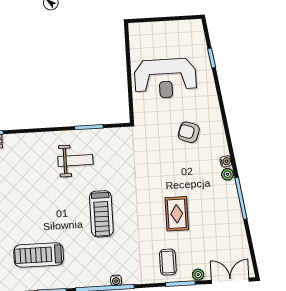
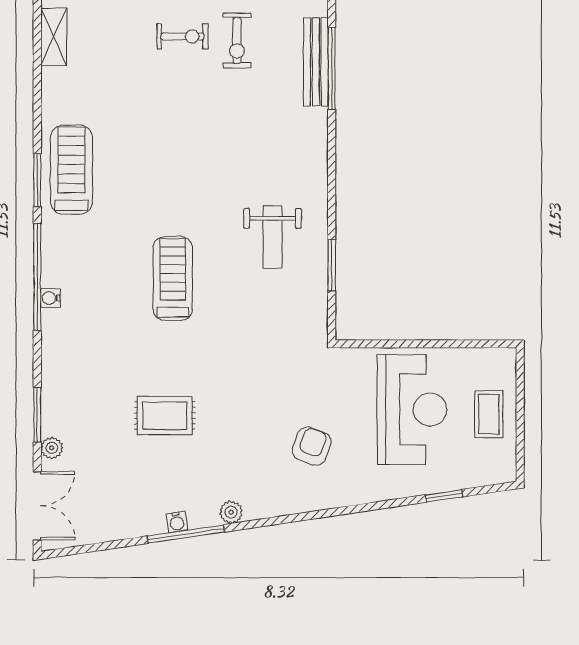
reception desk: (165, 78) -> (412, 410), turned 180
water cooler: (226, 161) -> (177, 522), moved
treadmill: (101, 214) -> (173, 279), turned 90
treadmill: (39, 255) -> (71, 170), moved
coffee table: (168, 262) -> (489, 414), moved, turned 90

